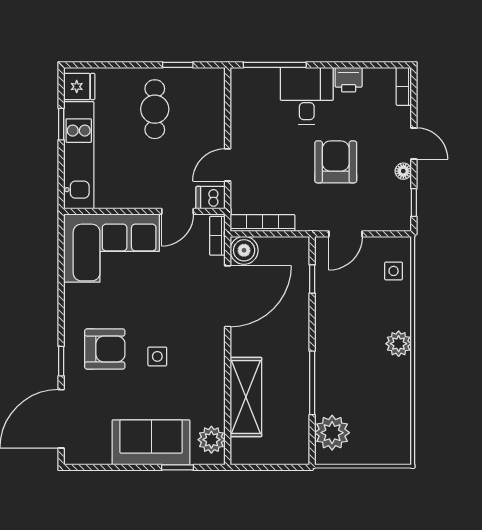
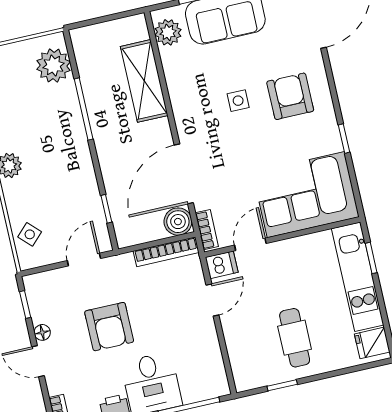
window: (61, 124) -> (371, 258), moved
side table: (394, 271) -> (30, 234), turned 45
armchair: (105, 349) -> (290, 96), turned 90
window: (61, 361) -> (344, 139), moved

